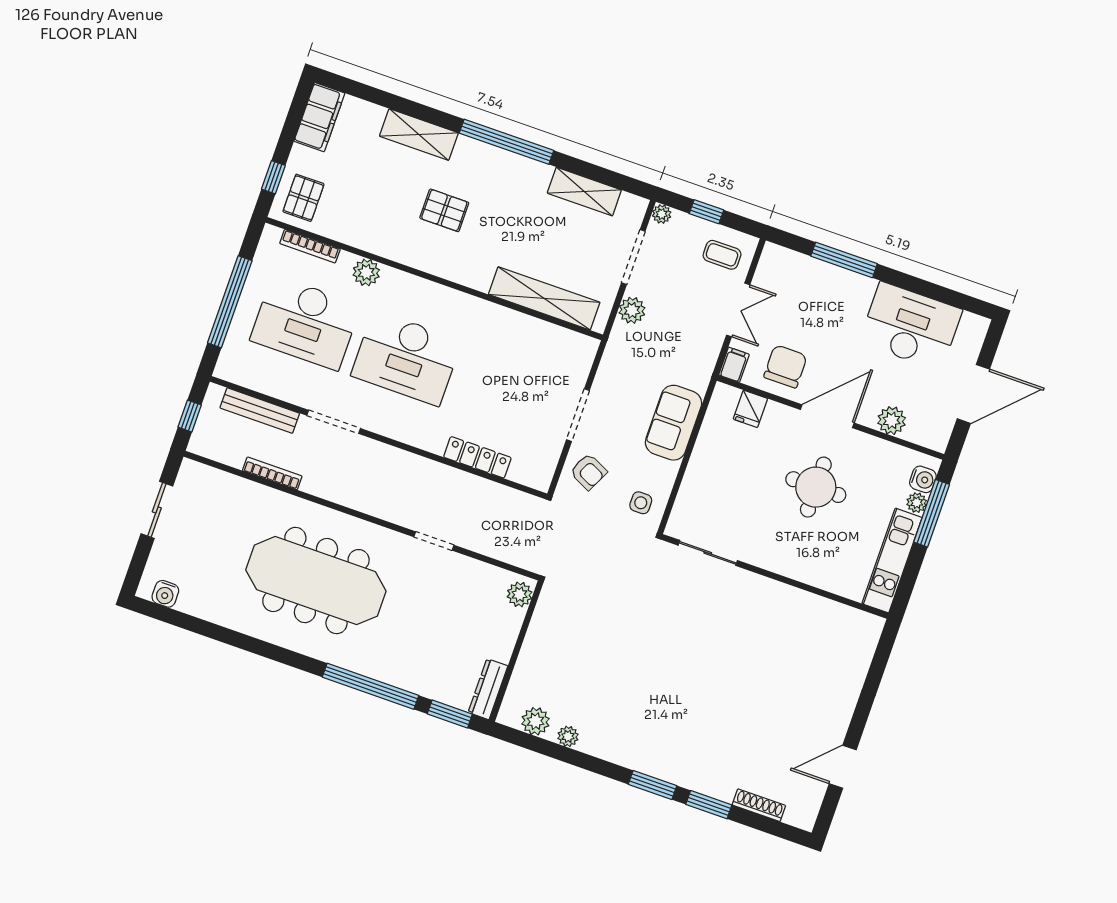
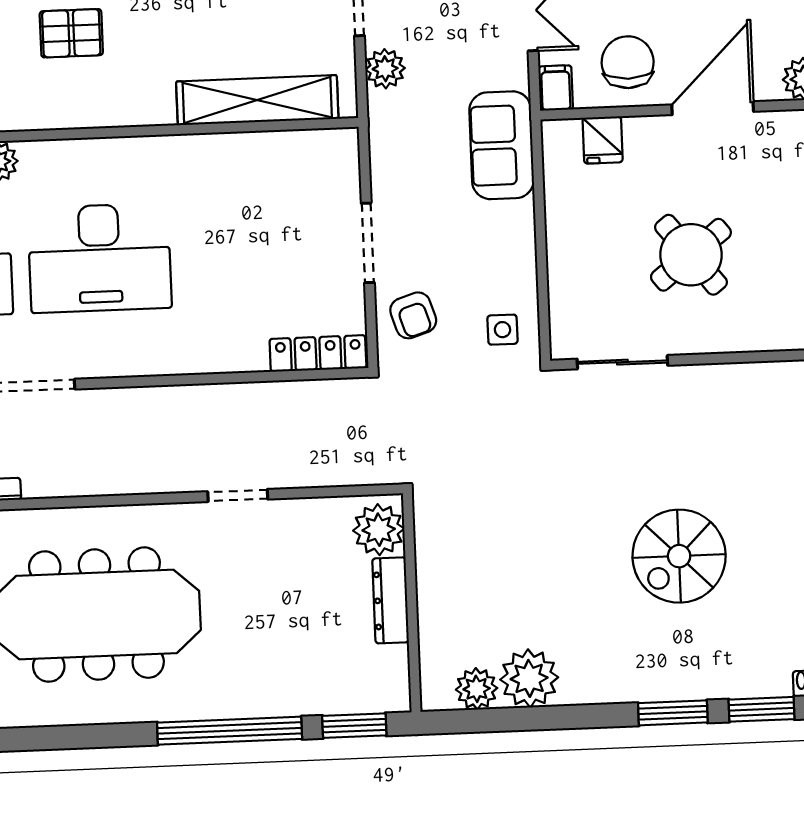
sofa: (673, 423) -> (502, 145), moved
locker: (477, 457) -> (318, 353), moved
armchair: (588, 472) -> (413, 315), turned 46
round table: (816, 487) -> (691, 255), moved, turned -38
plant: (520, 594) -> (379, 530), width x1.36, depth x1.36
spiral stairs: (695, 688) -> (679, 556), added
dresser: (488, 689) -> (391, 600), moved
plant: (568, 736) -> (529, 678), width x1.87, depth x1.87

